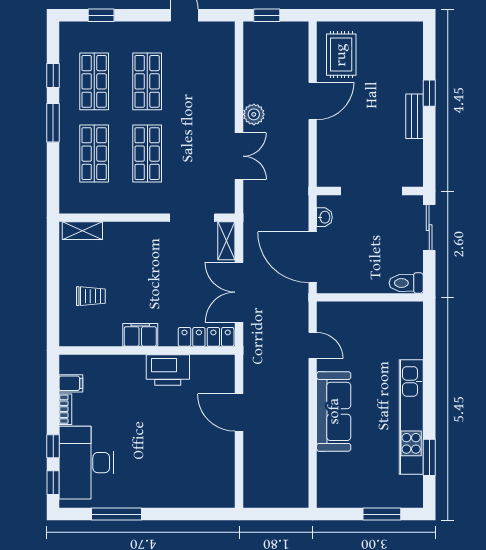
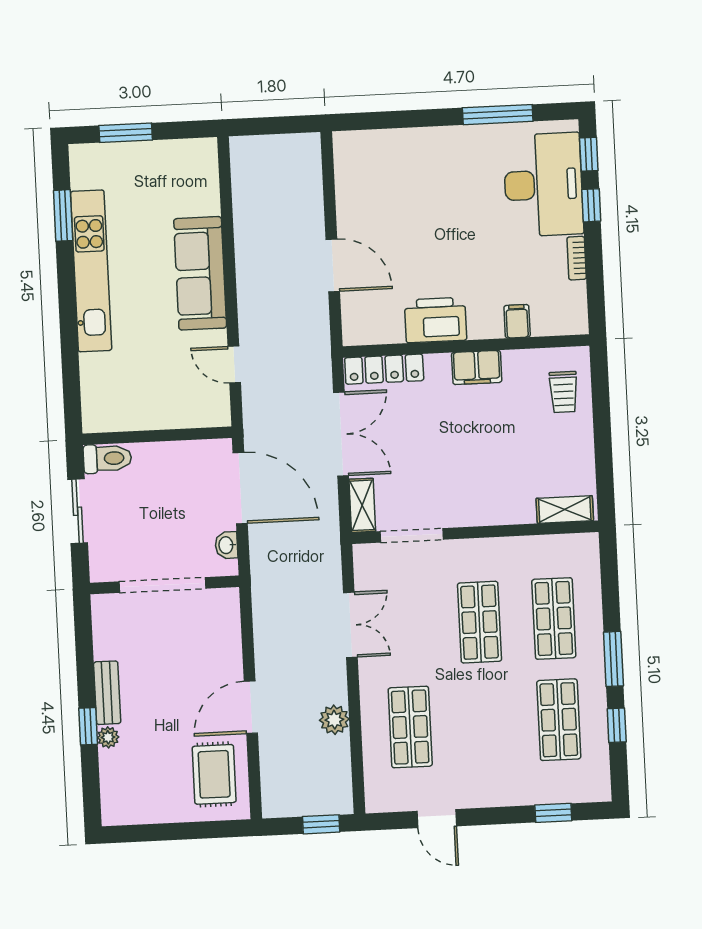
shop shelf: (147, 81) -> (410, 727), moved
plant: (415, 85) -> (108, 737), added
plant: (254, 114) -> (334, 720), moved
double door: (239, 156) -> (350, 625), swing flipped
sliding door: (429, 228) -> (78, 511), moved
trolley: (91, 296) -> (563, 392), moved, turned -90
filing cabinet: (71, 383) -> (517, 321), moved, turned 90

